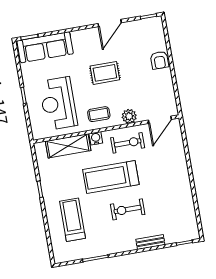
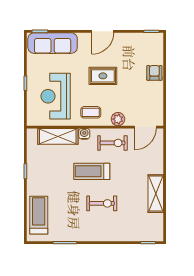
door: (110, 23) -> (103, 31), moved
armchair: (159, 60) -> (154, 73), turned 180
treadmill: (111, 177) -> (92, 171), width x0.73, depth x0.73
shelving: (183, 189) -> (156, 194), added
exercise bike: (128, 209) -> (102, 203), turned 180
treadmill: (73, 220) -> (39, 215), moved
bench: (150, 242) -> (117, 237), removed

